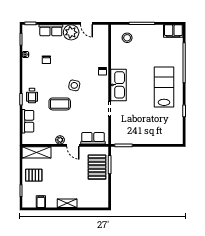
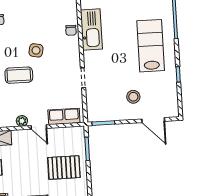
kitchen sink: (118, 85) -> (91, 29), moved
stool: (148, 126) -> (133, 97), added
door: (163, 145) -> (153, 120), added
pallet: (97, 167) -> (64, 168), moved, turned 90

